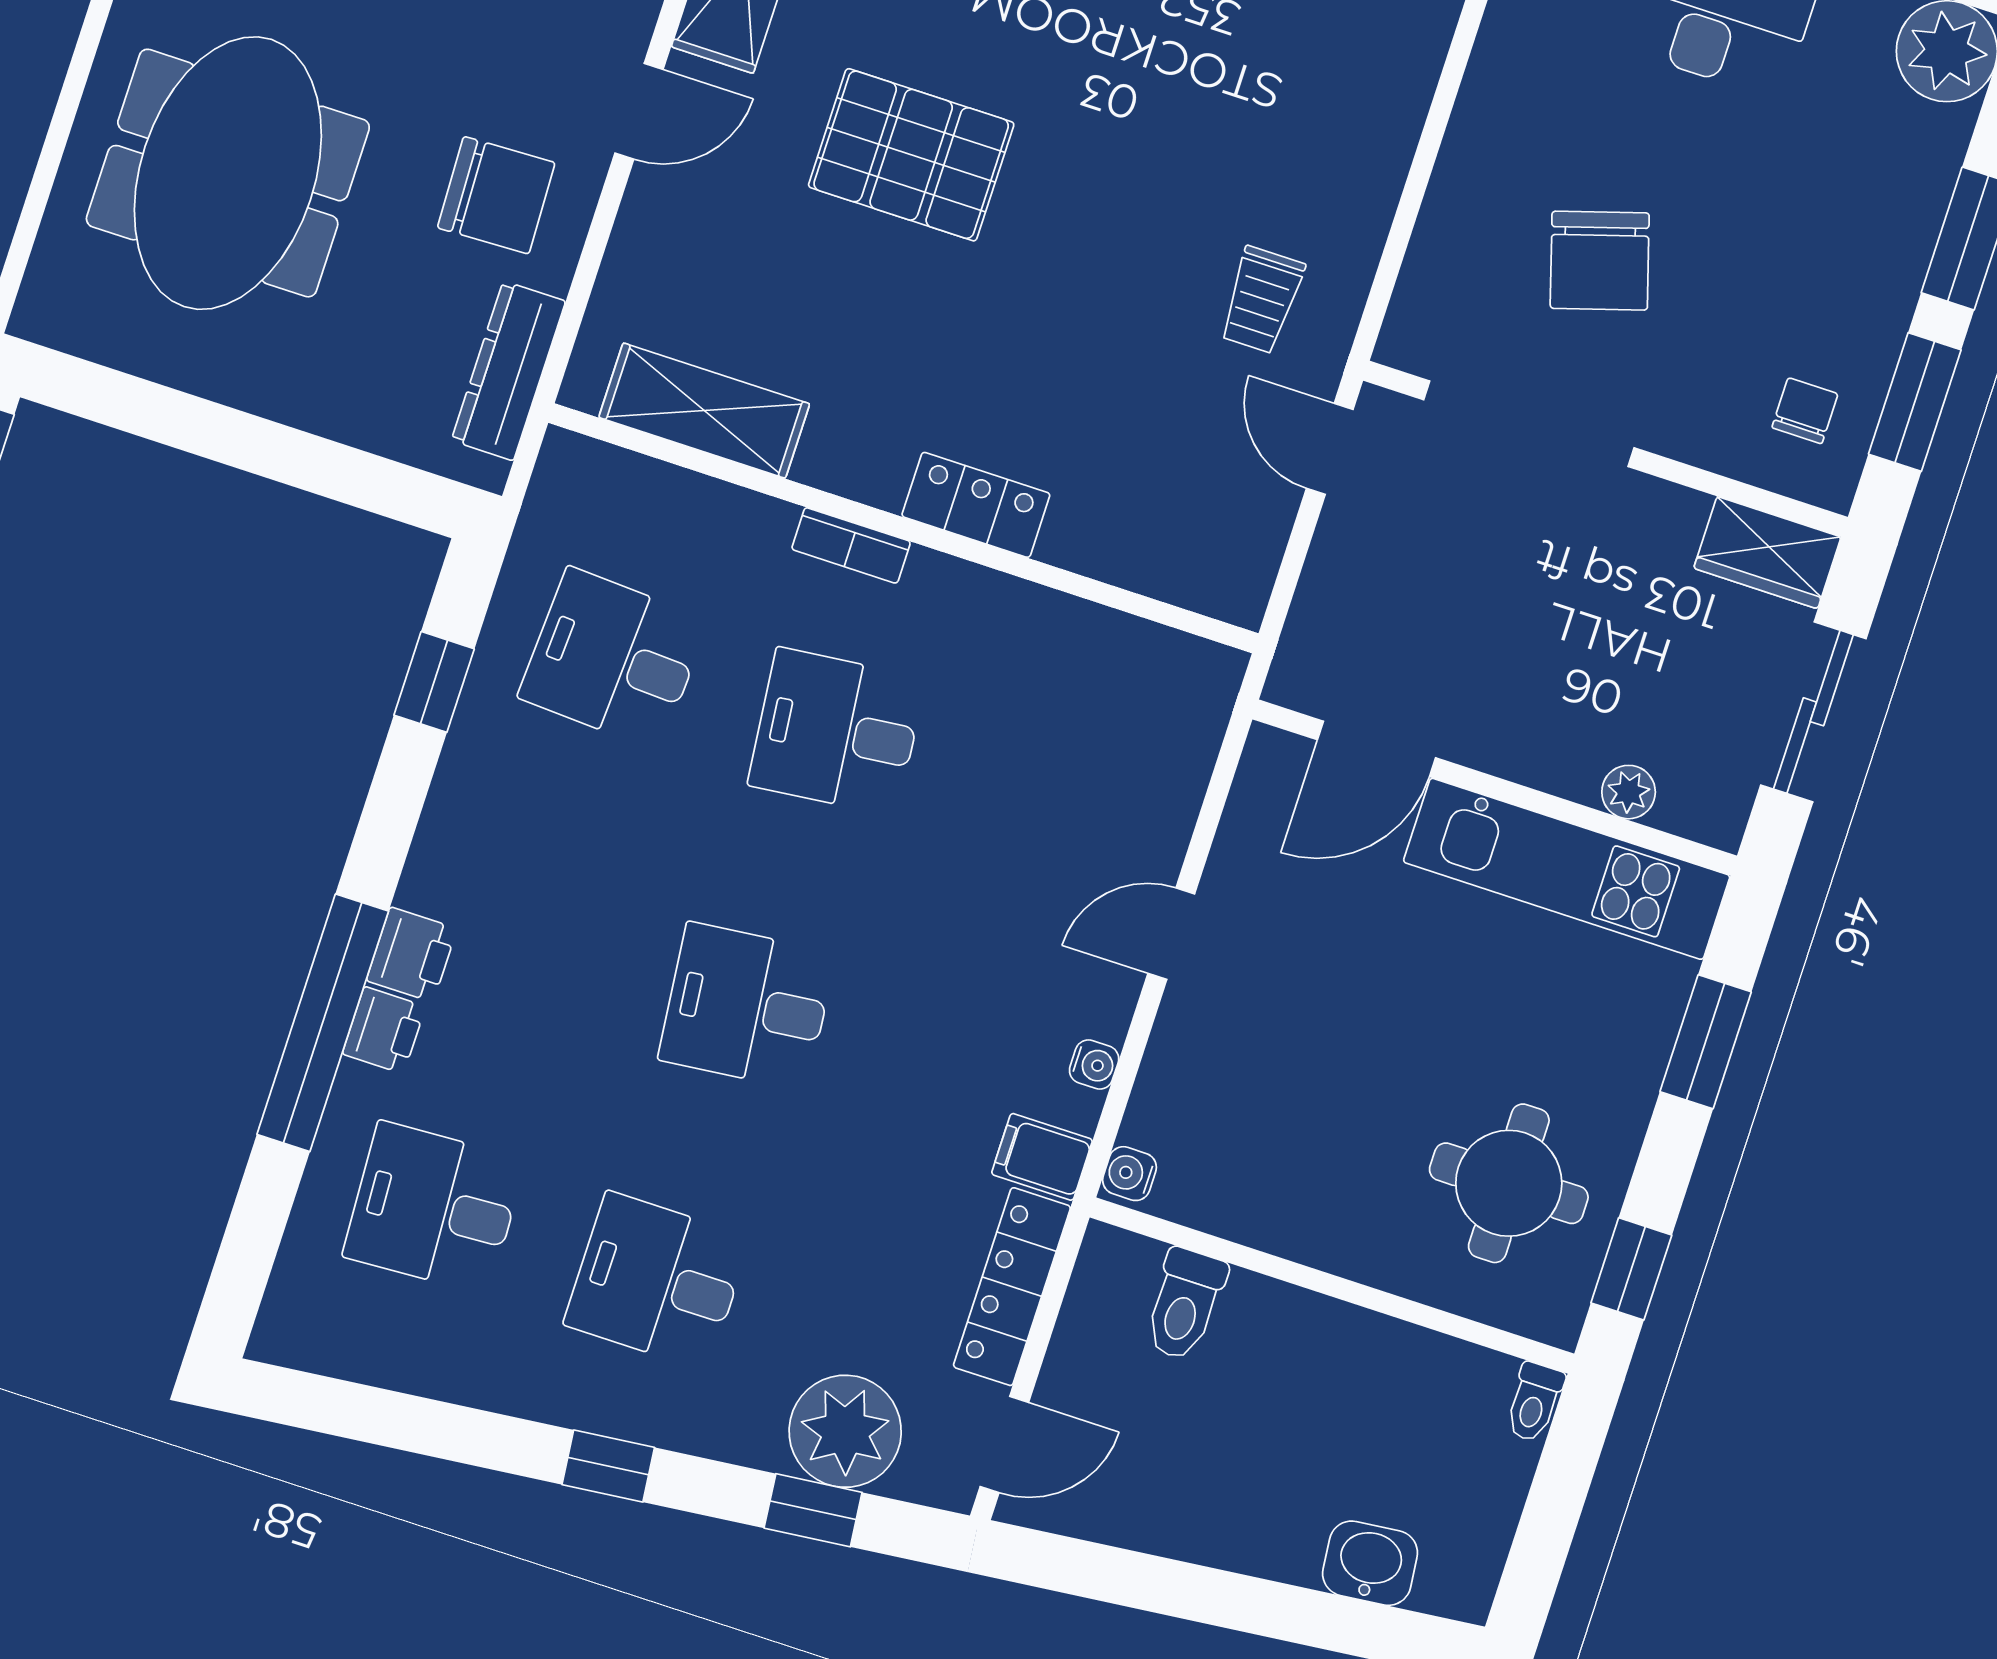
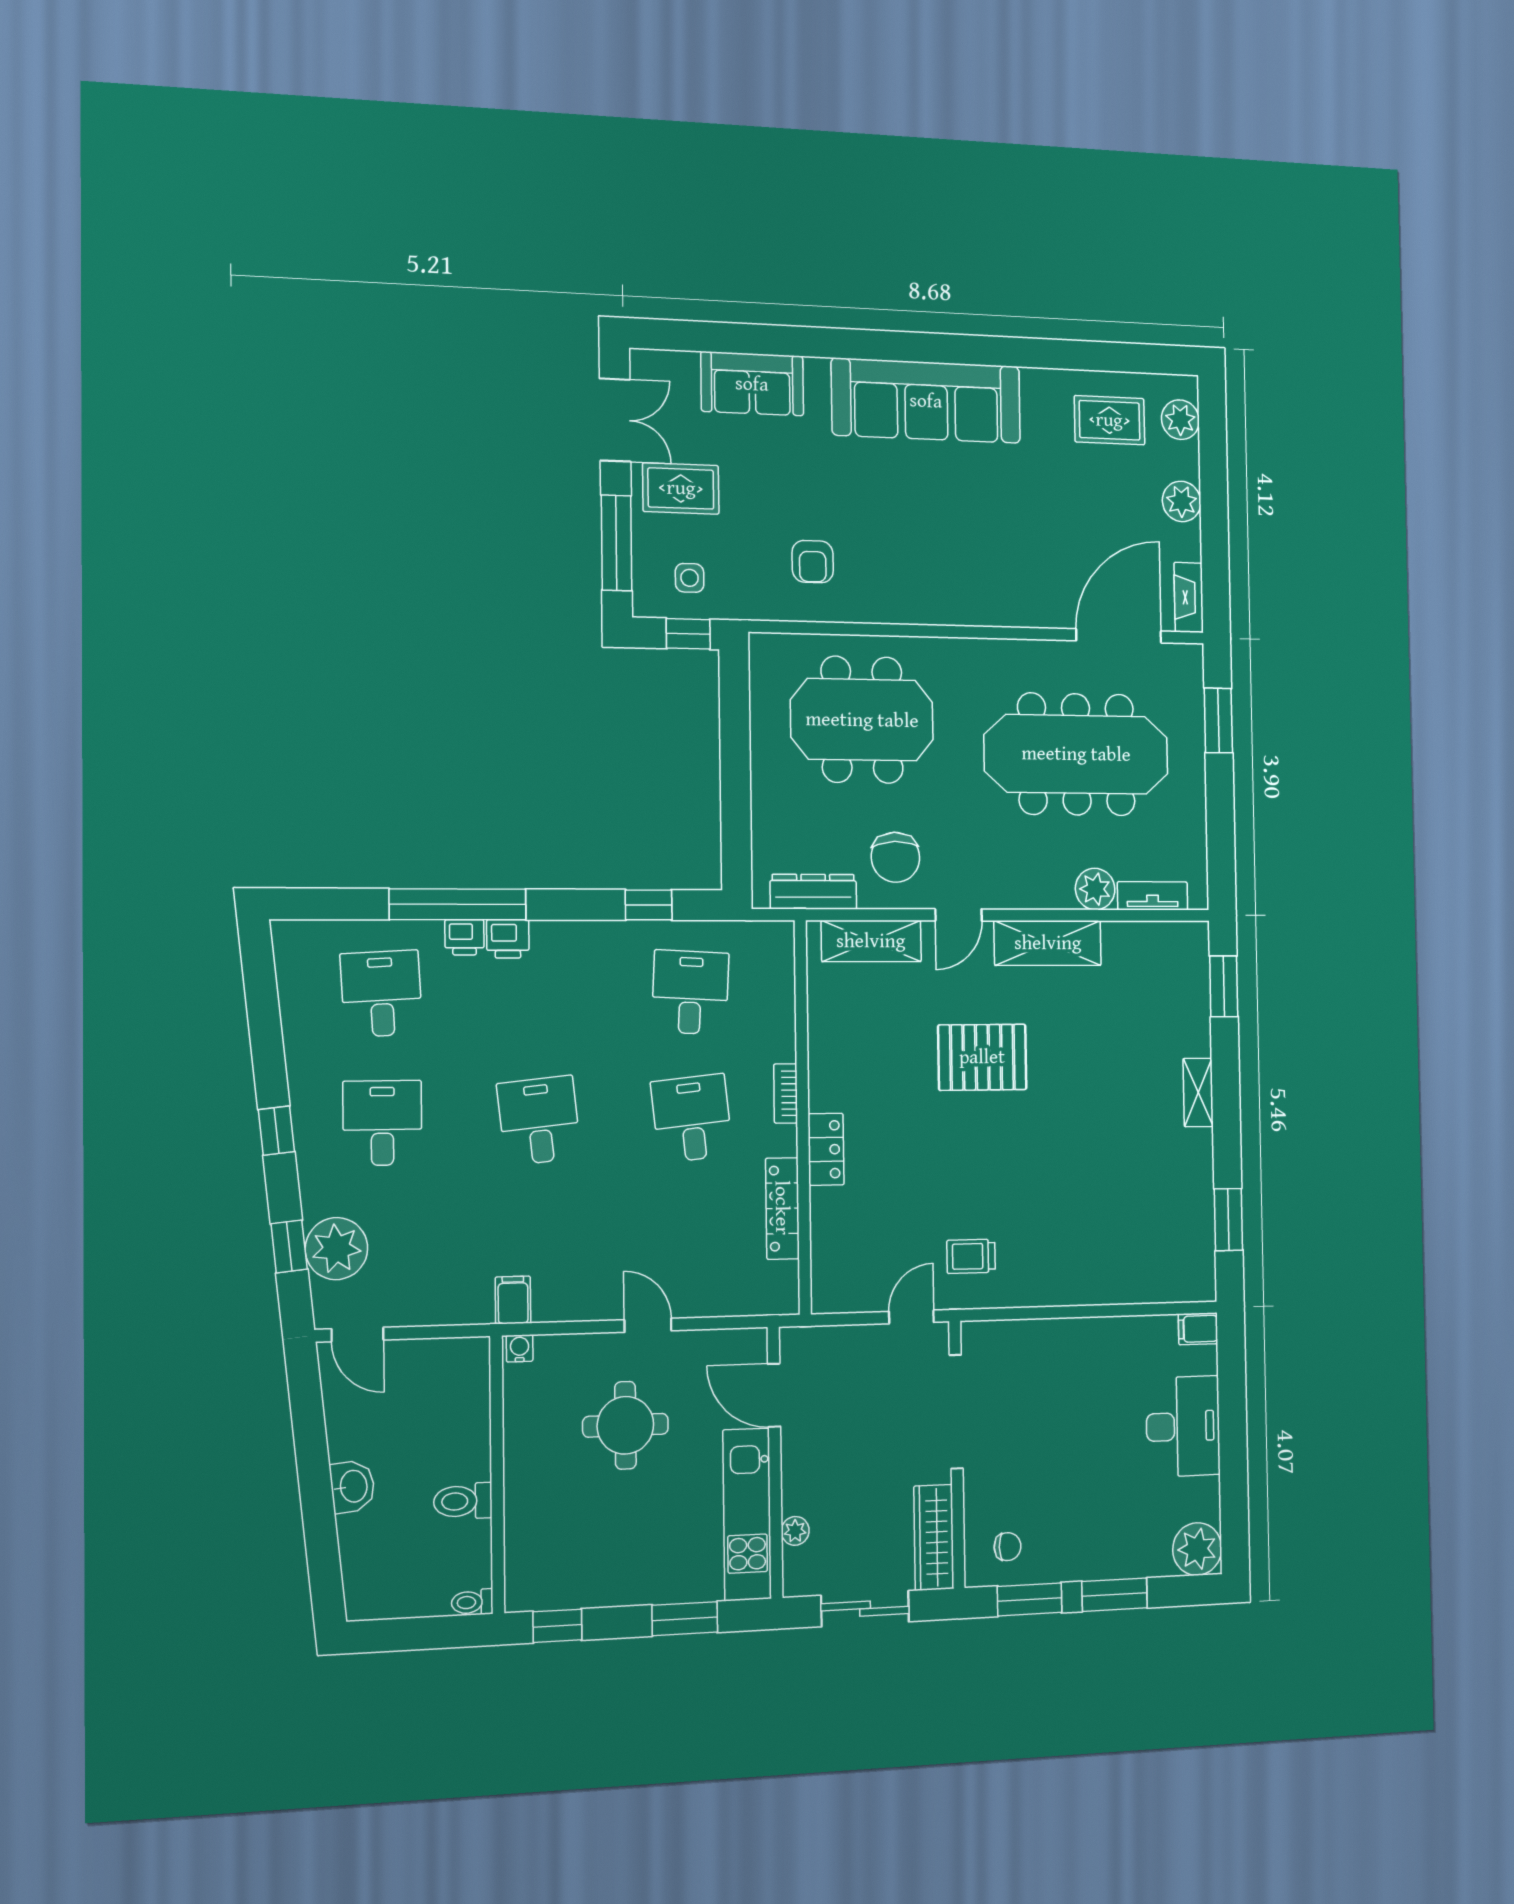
door: (639, 111) -> (958, 915), hinge flipped
pallet: (911, 155) -> (982, 1057), turned 90
chair: (1600, 261) -> (1045, 1417), removed
shelving: (704, 411) -> (871, 941), moved, turned 90
wardrobe: (1767, 553) -> (934, 1537), width x1.50
water cooler: (1094, 1065) -> (569, 1310), removed
round table: (1509, 1183) -> (625, 1425), moved
locker: (1012, 1287) -> (782, 1208), moved, turned -90
toilet: (1185, 1304) -> (463, 1501), moved
washbasin: (1370, 1563) -> (352, 1486), moved

